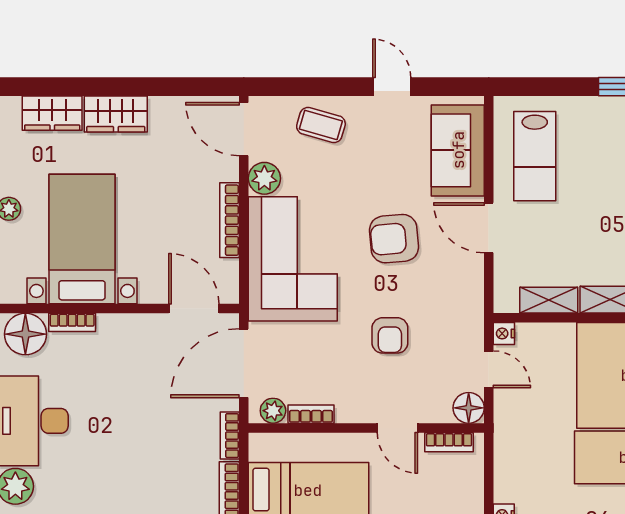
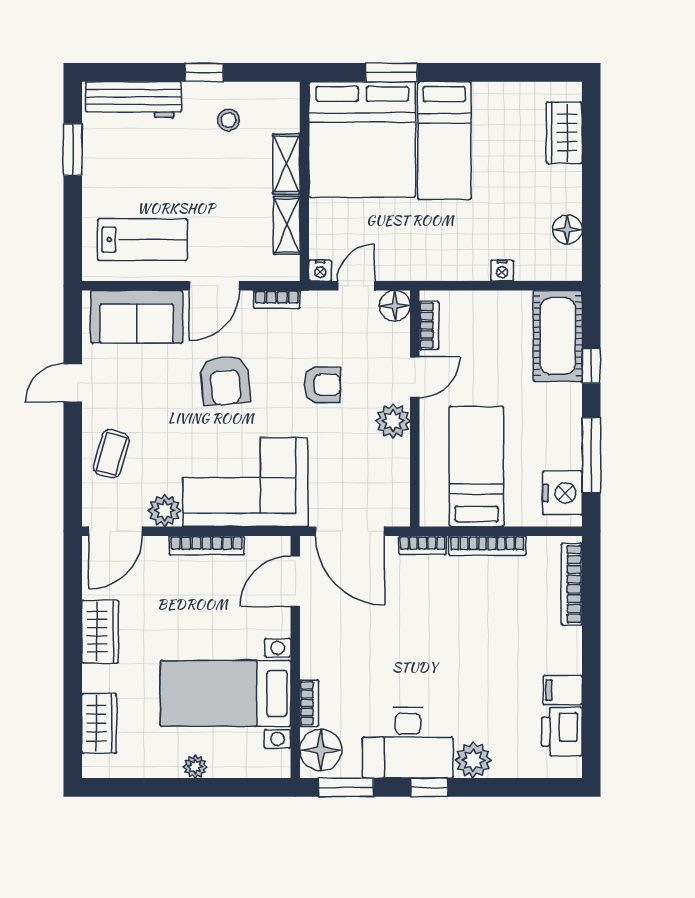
wardrobe: (116, 114) -> (100, 632), moved
plant: (273, 411) -> (393, 421), moved, width x1.38, depth x1.38
bookcase: (311, 414) -> (277, 299), moved, turned -90

